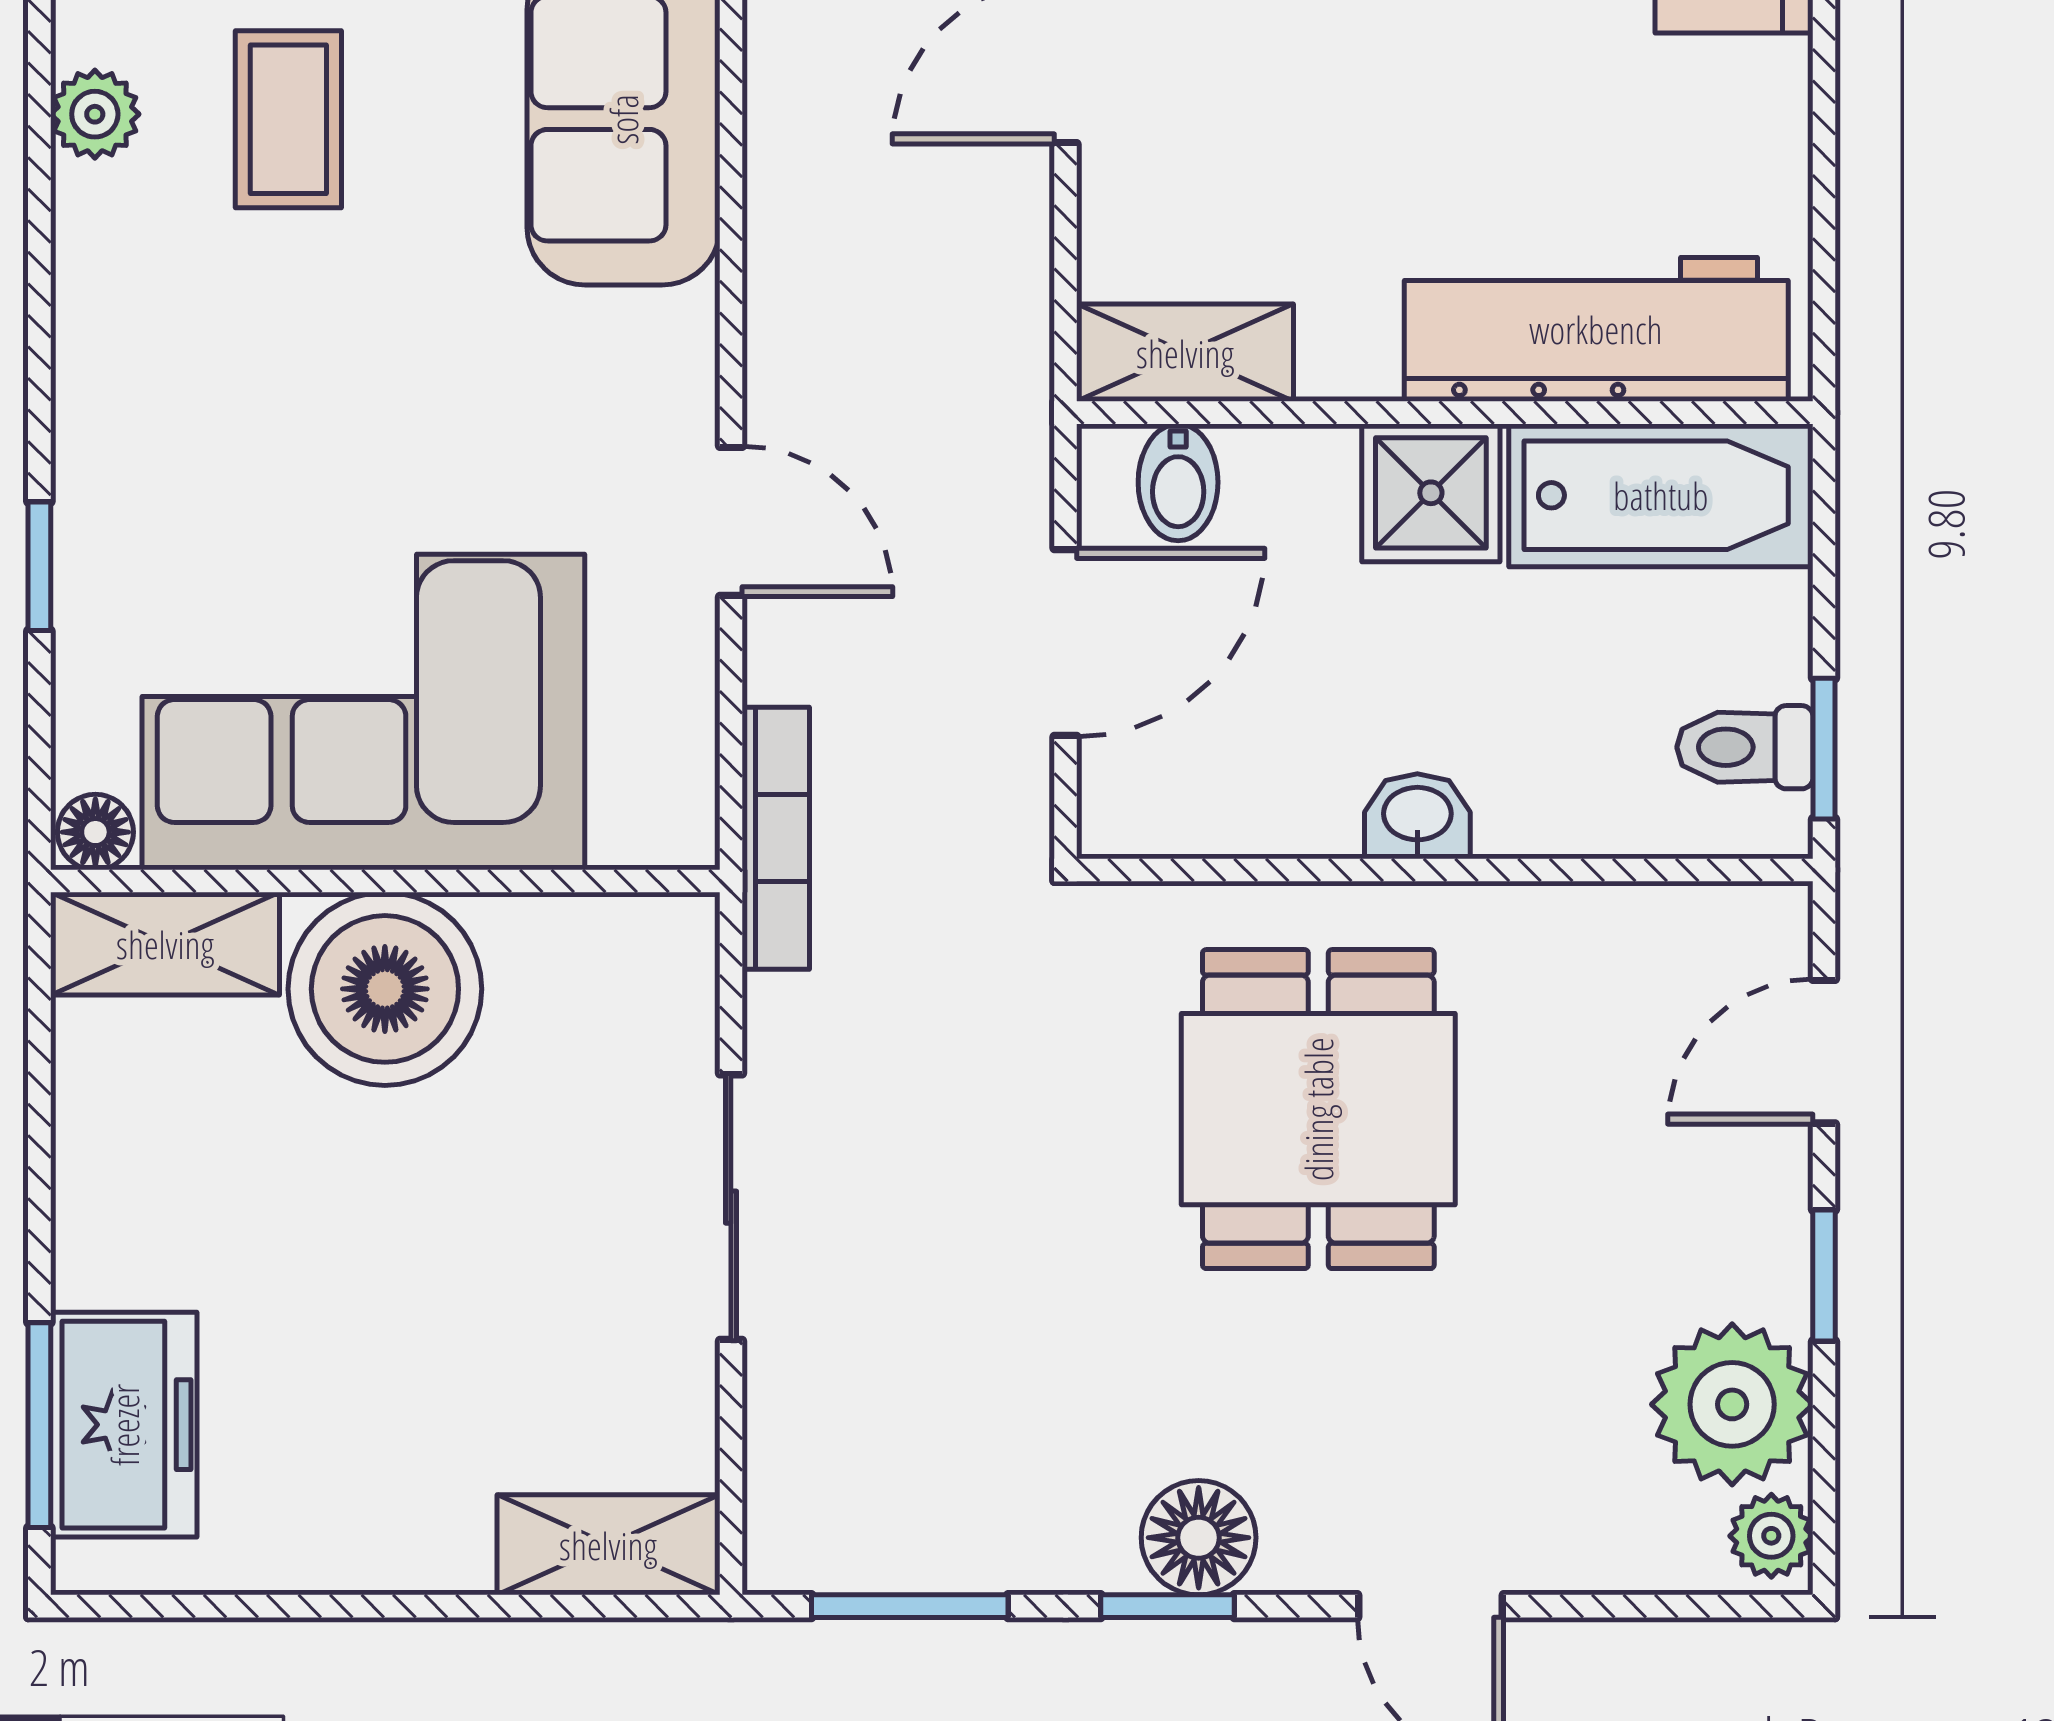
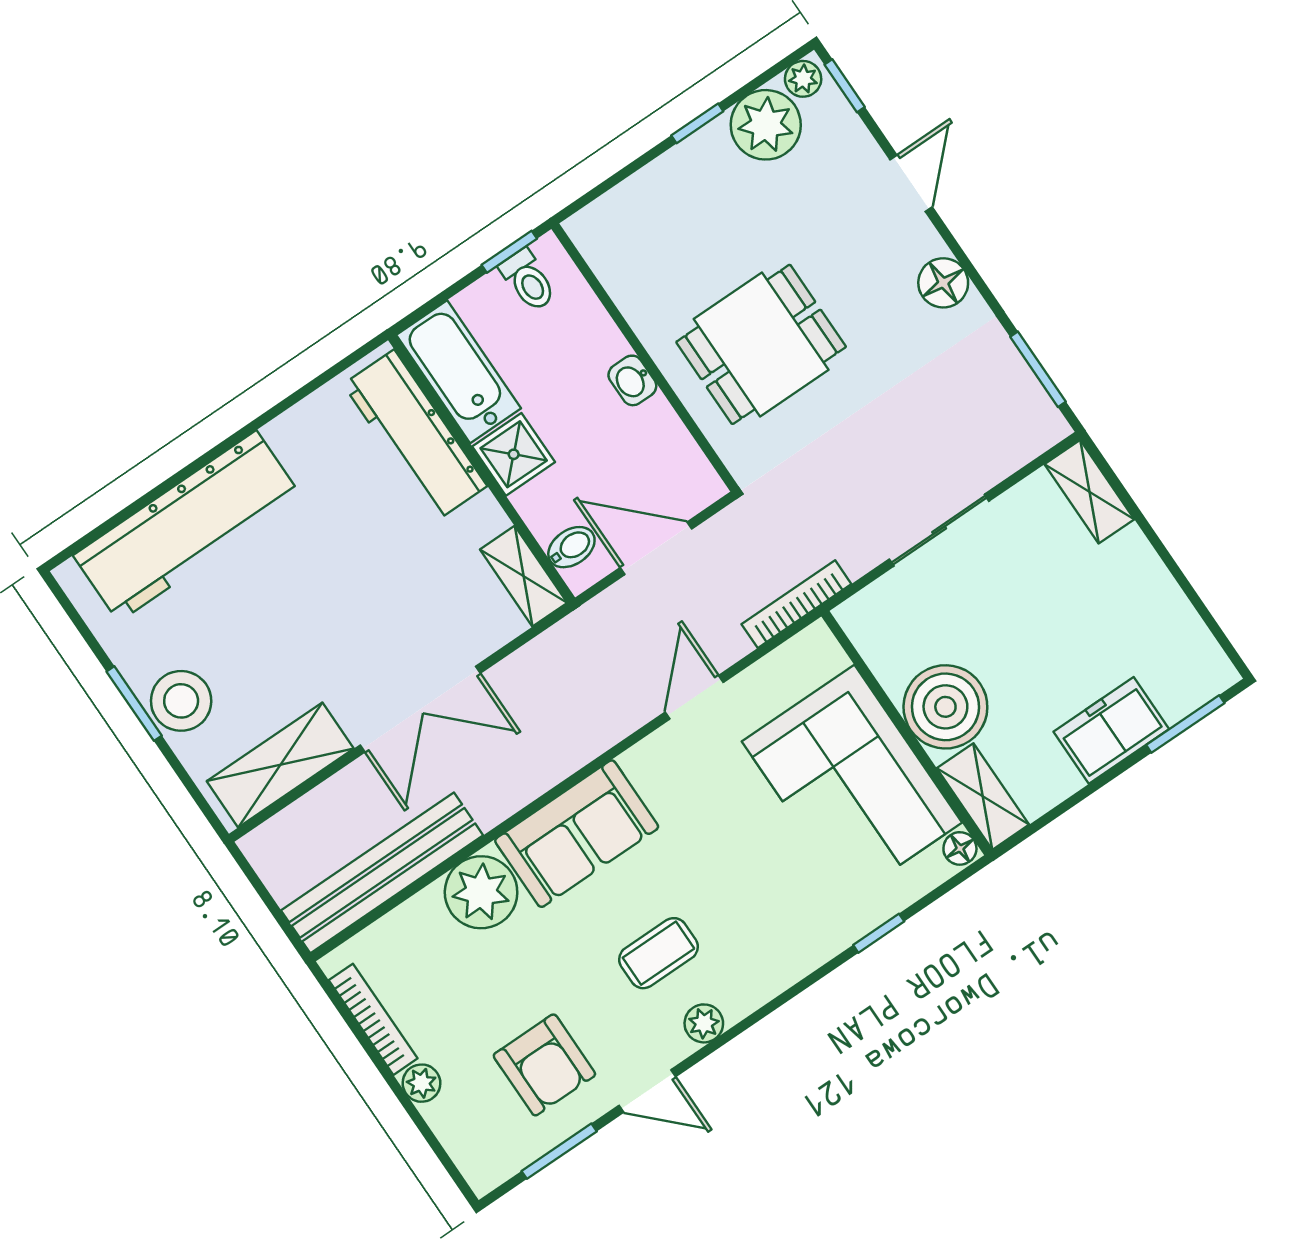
door: (1824, 1052) -> (617, 178), removed
freezer: (124, 1425) -> (1111, 730), moved
window: (1167, 1606) -> (845, 86), moved

